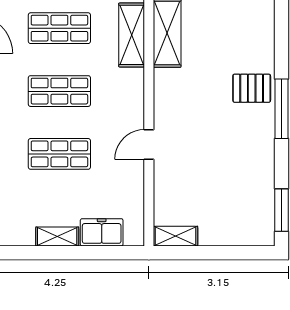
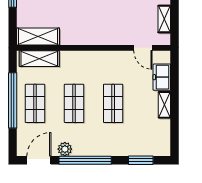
door: (149, 145) -> (143, 48), moved
shelving: (176, 236) -> (164, 19), moved

